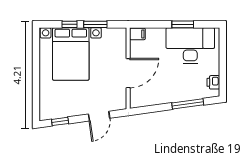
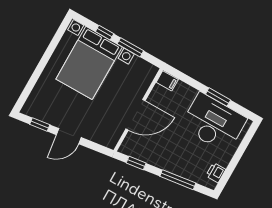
window: (149, 109) -> (136, 163), added
door: (99, 116) -> (69, 136), moved

